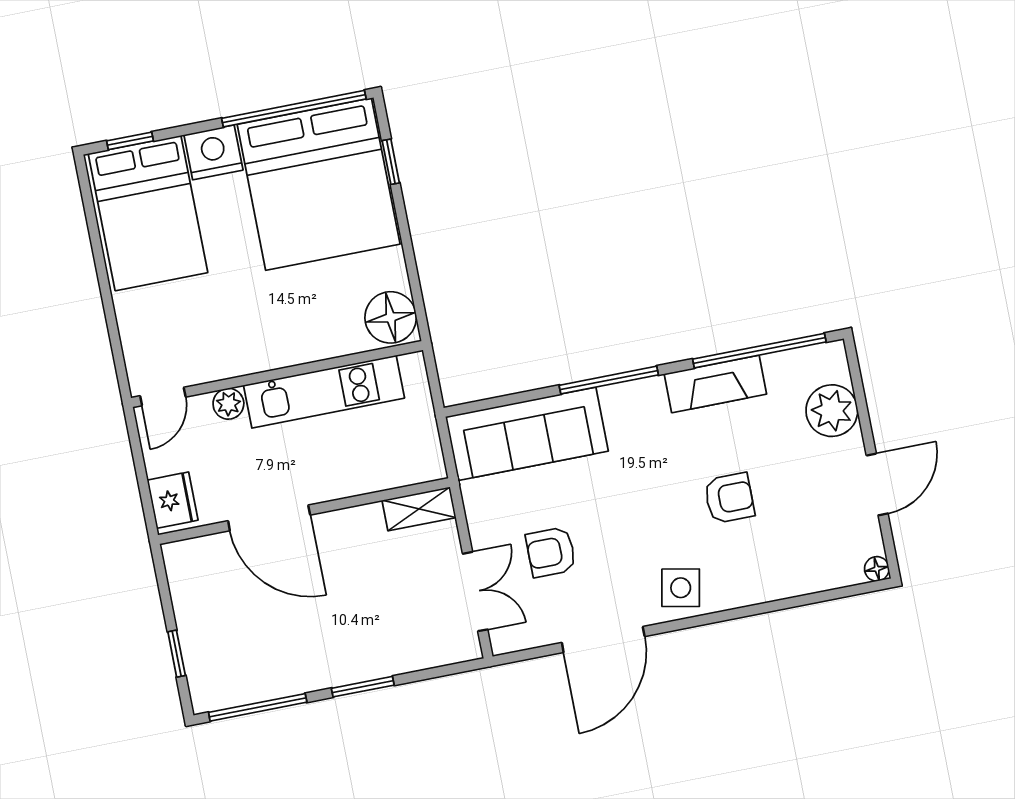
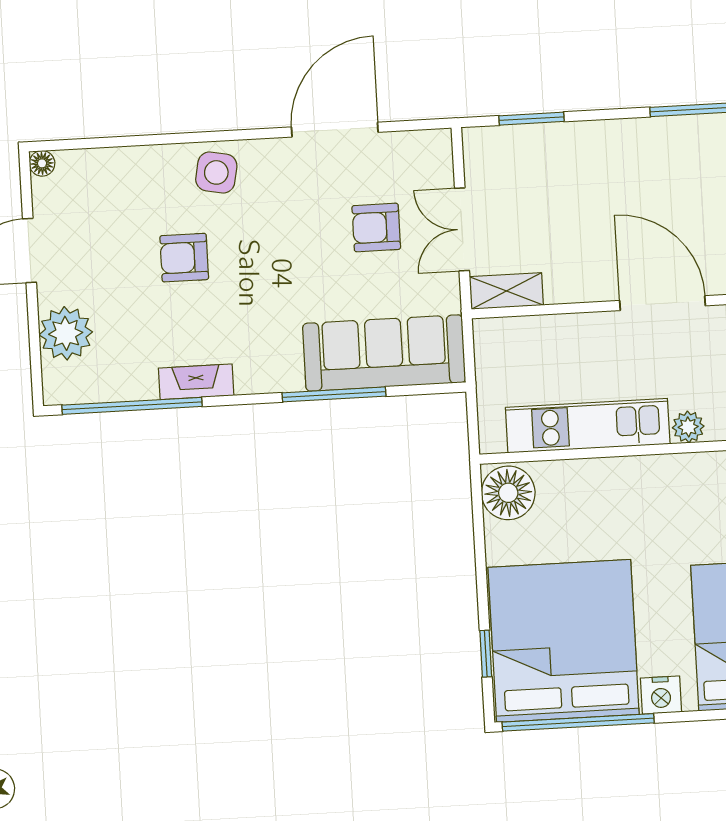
nightstand: (213, 152) -> (661, 695), width x0.74, depth x0.75
window: (609, 380) -> (334, 394), moved
fireplace: (715, 384) -> (196, 382), width x0.73, depth x0.76
armchair: (551, 552) -> (376, 227), turned 180
side table: (681, 588) -> (216, 172), moved
double door: (475, 592) -> (462, 229), moved
window: (363, 687) -> (531, 119), moved

